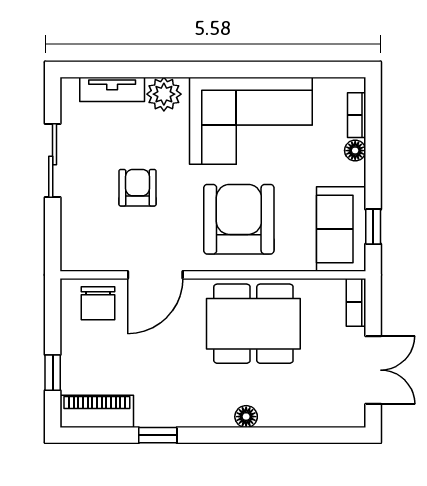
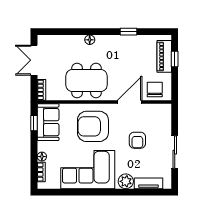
armchair: (239, 219) -> (93, 126), turned 90
piano: (97, 411) -> (164, 56), moved, turned 90

